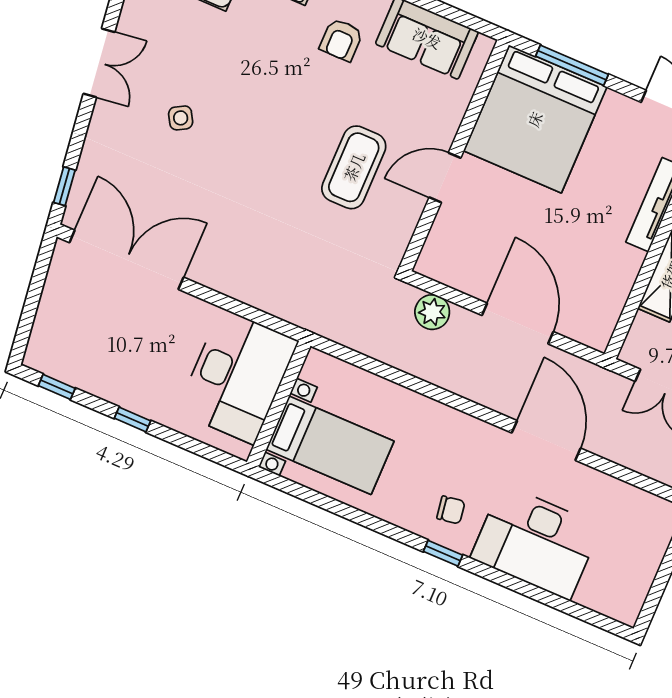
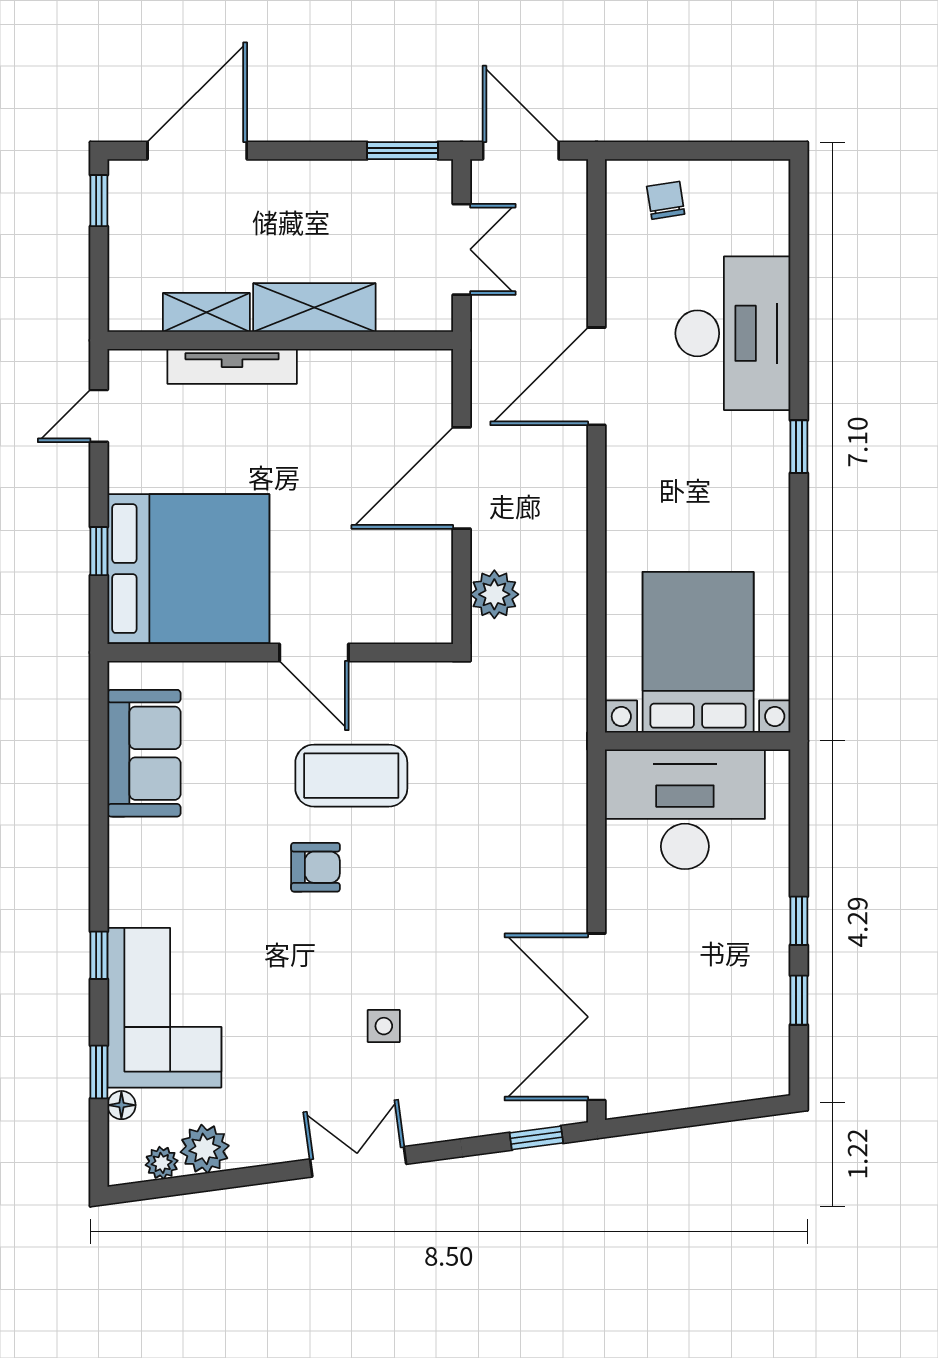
armchair: (341, 40) -> (315, 867), moved
window: (572, 65) -> (99, 551), width x0.46
side table: (181, 118) -> (384, 1026), turned 30
window: (57, 387) -> (799, 1000), moved
bed with nightstands: (330, 445) -> (698, 652), width x1.36
chair: (451, 510) -> (666, 200), moved

